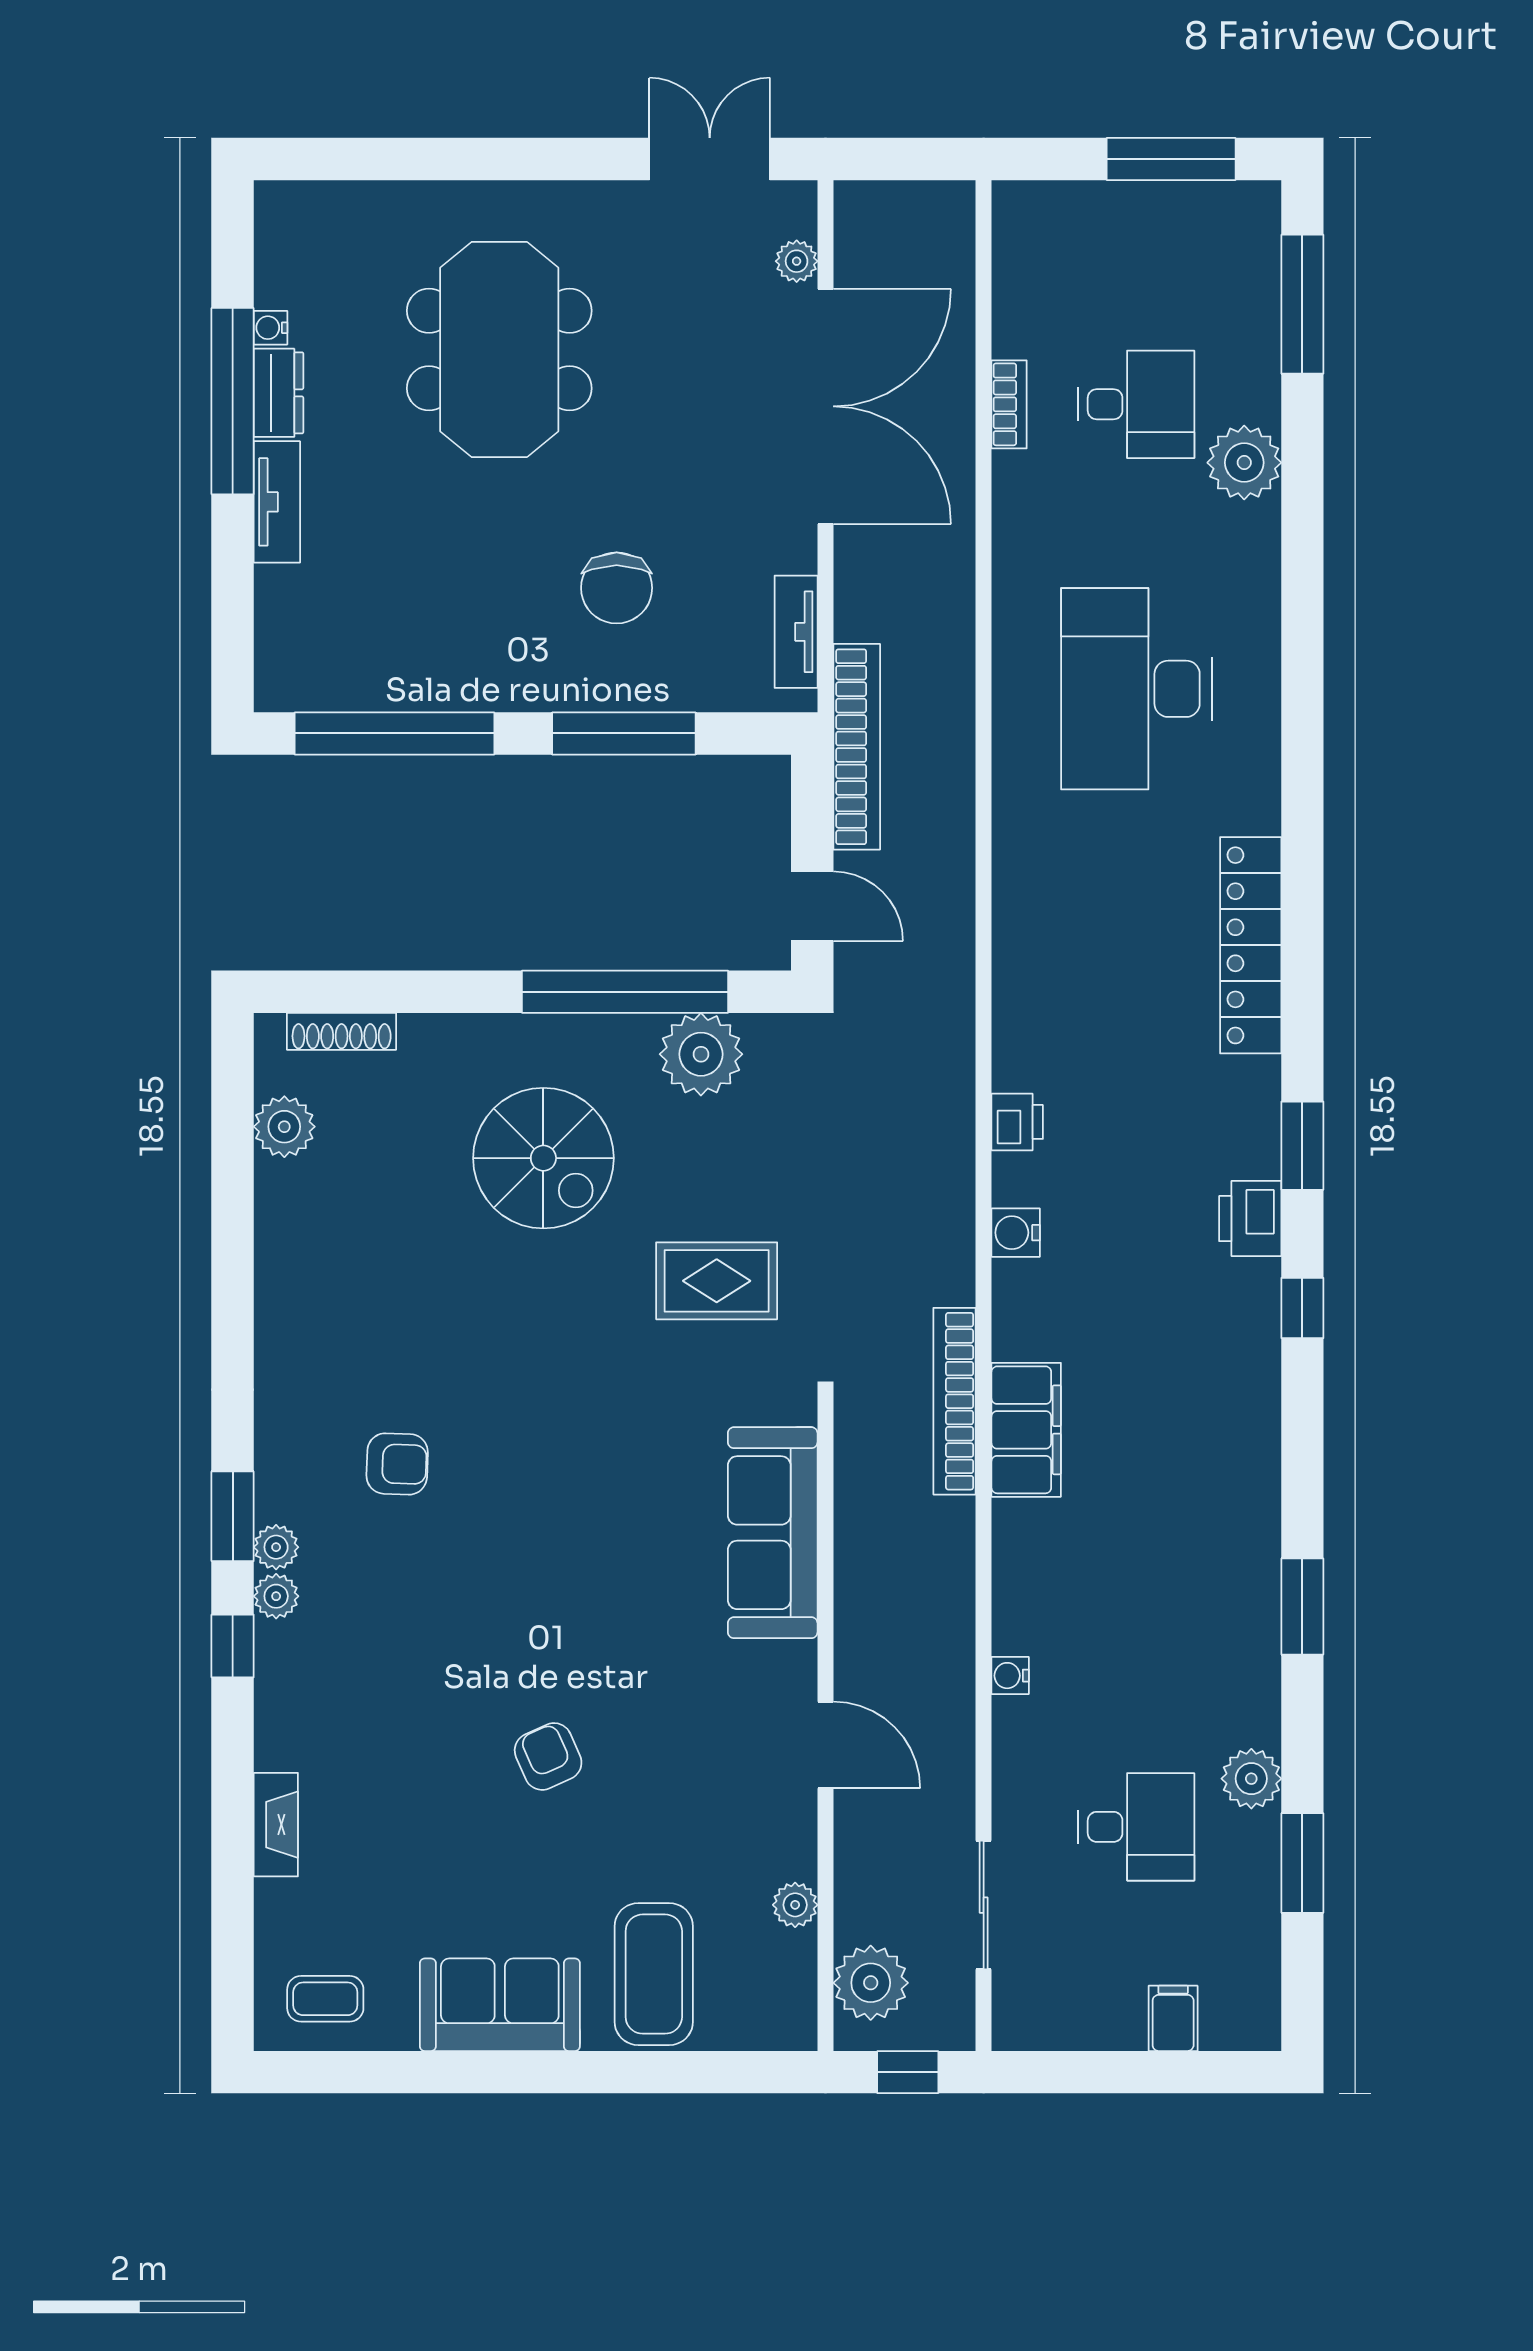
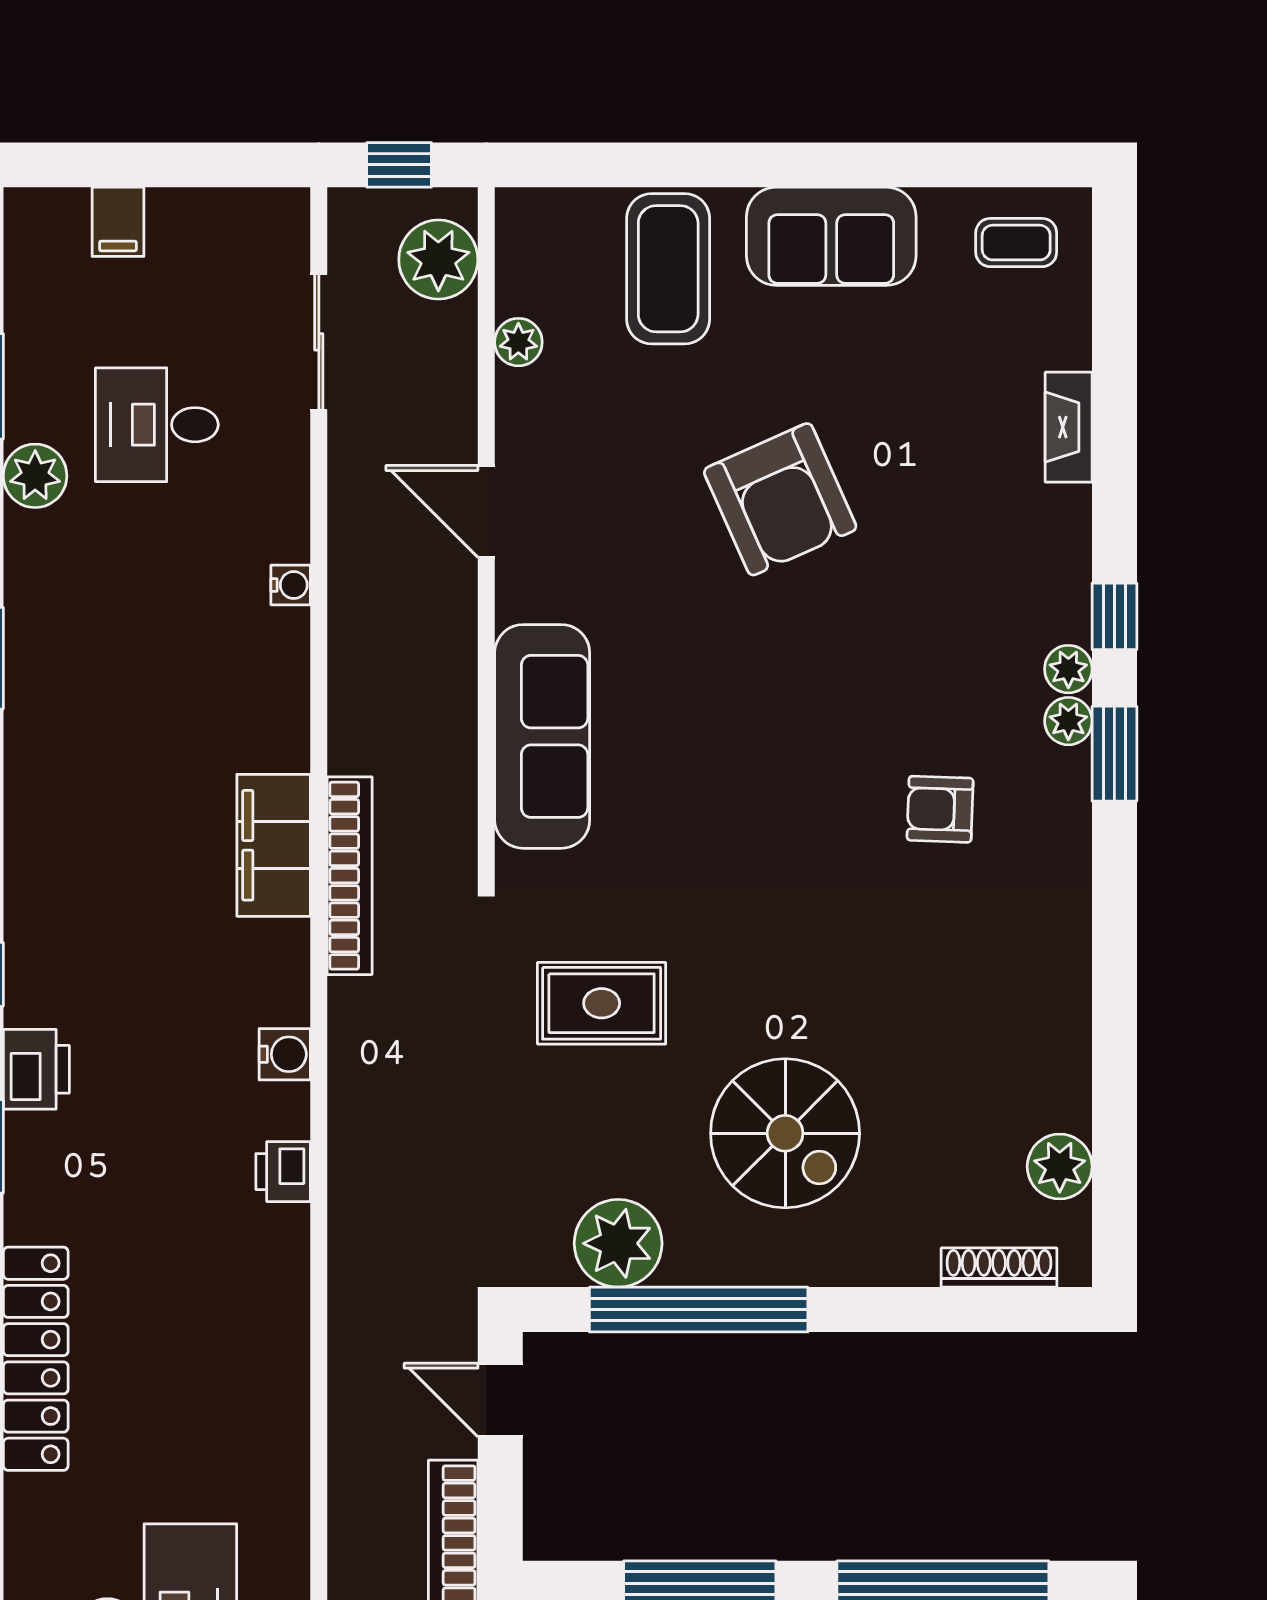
spiral stairs: (543, 1158) -> (785, 1133), turned 180
armchair: (548, 1756) -> (780, 499), width x1.88, depth x1.88

